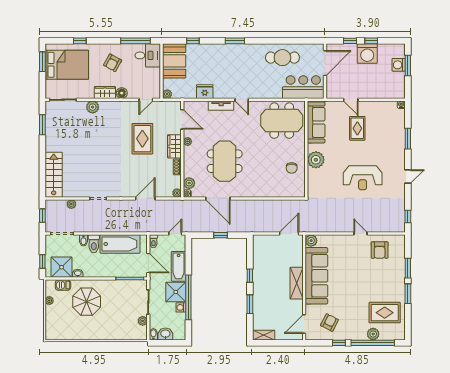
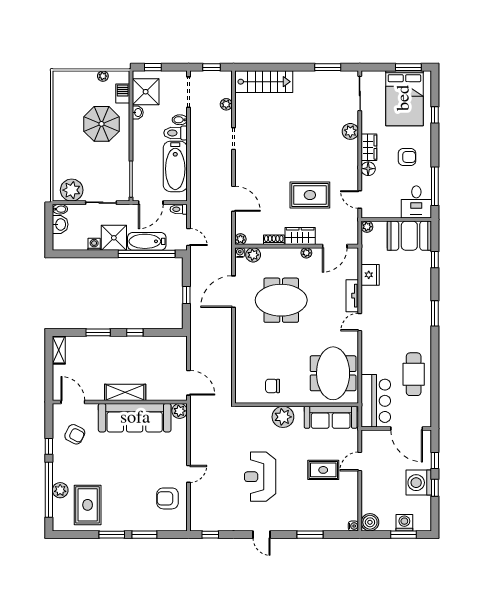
armchair: (113, 63) -> (407, 157), turned 151
boiler: (398, 92) -> (370, 522), added
window: (188, 297) -> (147, 254), moved
plant: (143, 321) -> (72, 190), width x1.88, depth x1.88

